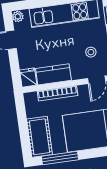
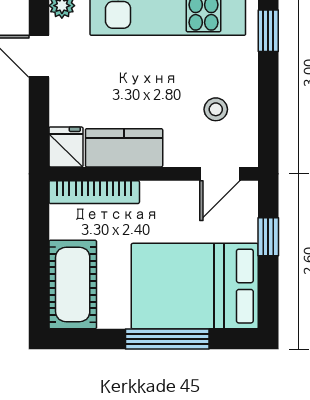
bookcase: (58, 93) -> (94, 192), moved
window: (60, 158) -> (167, 339), moved

